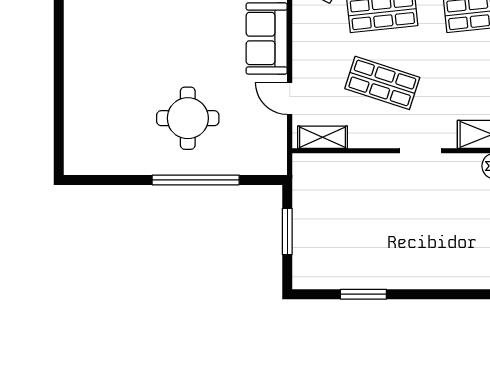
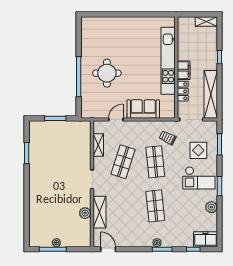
shelving: (323, 137) -> (98, 145), moved

